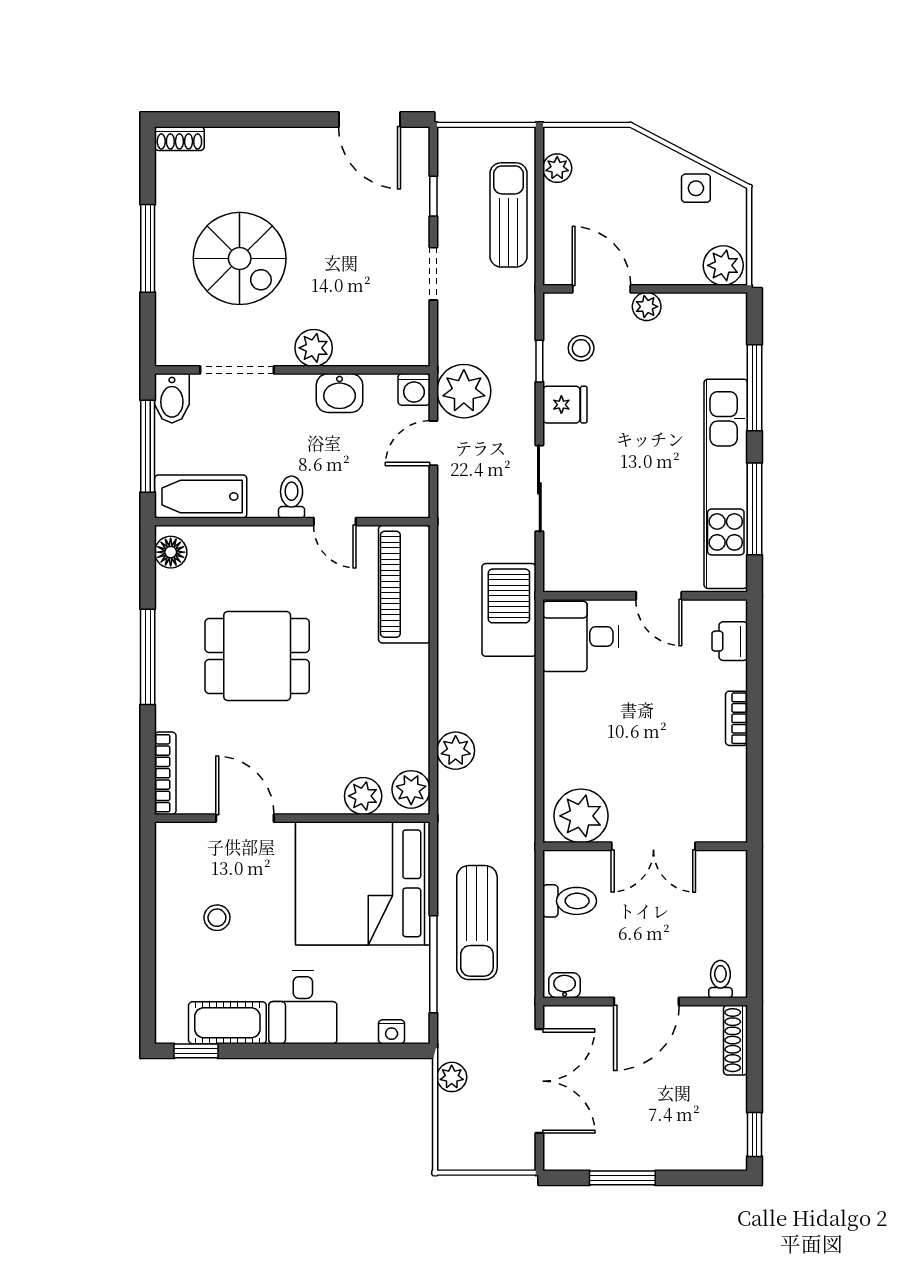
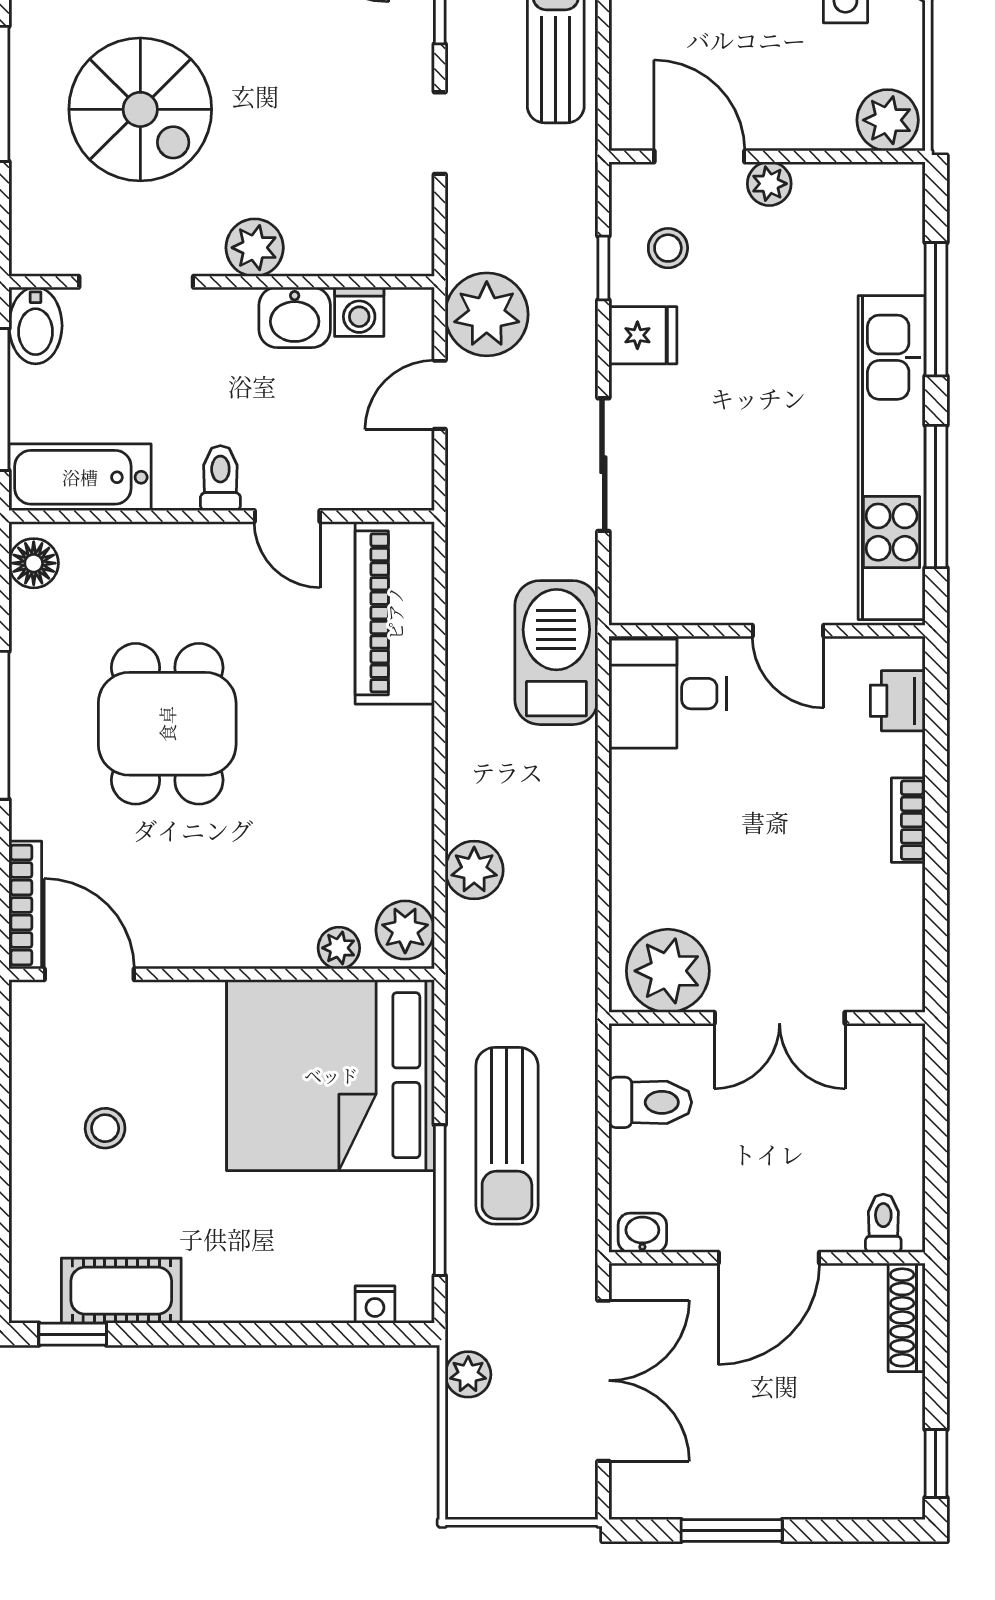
washing machine: (414, 389) -> (359, 312), moved
dining table: (257, 656) -> (167, 724), turned 90
plant: (363, 796) -> (339, 948), width x0.73, depth x0.73
door: (245, 818) -> (89, 974), moved
desk: (303, 1007) -> (238, 1267), removed

